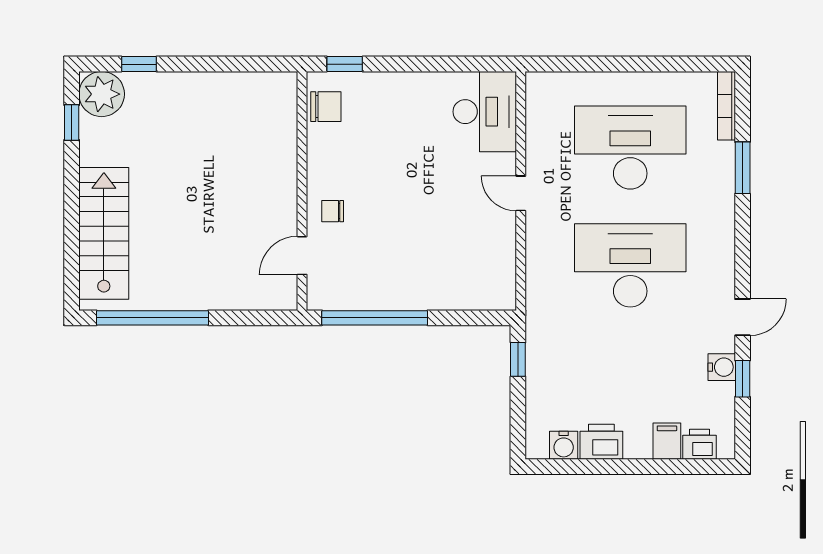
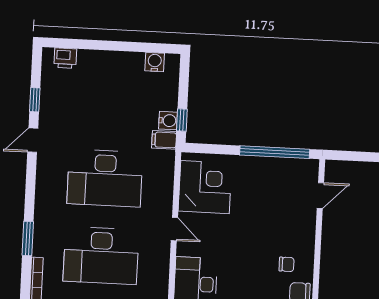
chair: (333, 211) -> (287, 264), moved
corner desk: (478, 259) -> (205, 187), added
water cooler: (722, 367) -> (168, 121), moved, turned 180
filing cabinet: (667, 441) -> (164, 140), moved, turned 90
printer: (601, 442) -> (130, 63), removed

